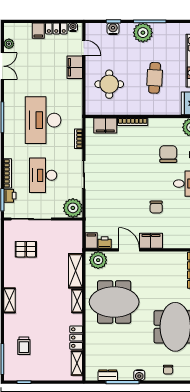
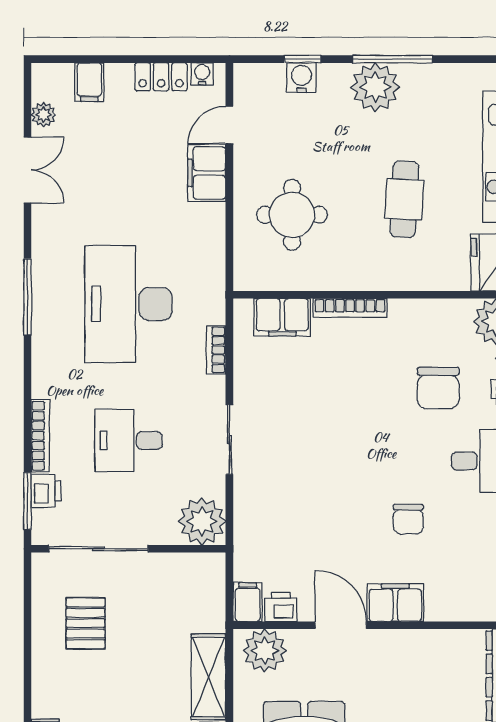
filing cabinet: (38, 31) -> (89, 82), moved
door: (84, 48) -> (229, 125), swing flipped
chair: (168, 154) -> (438, 388), turned 180
desk: (43, 175) -> (128, 440), width x0.73
pallet: (26, 249) -> (86, 623), turned 90

